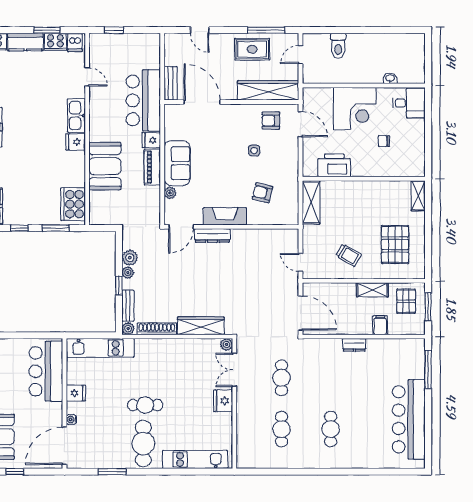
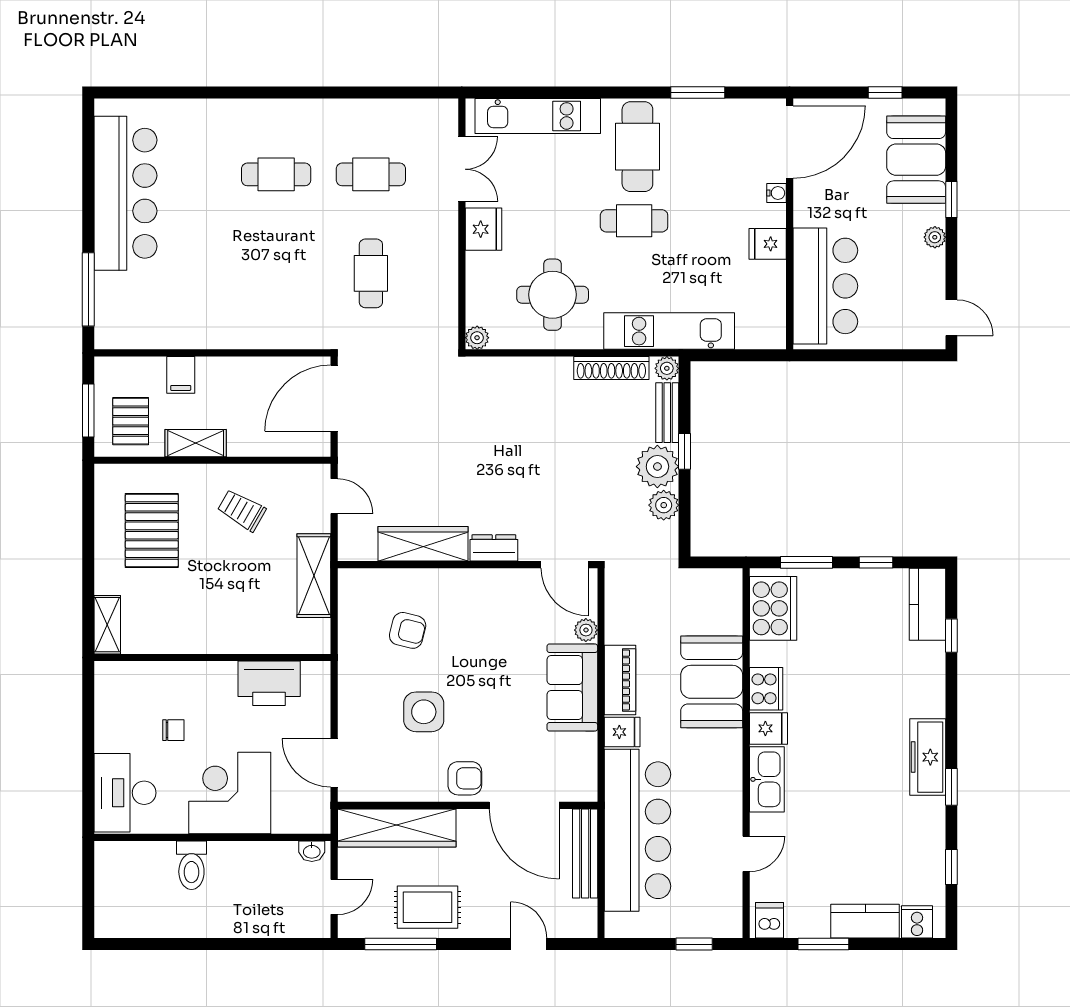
cooker: (55, 42) -> (766, 689), moved, turned 90
toilet: (338, 46) -> (191, 865), moved, turned 180
door: (87, 77) -> (746, 854), swing flipped
washbasin: (390, 78) -> (312, 851), moved
bench: (171, 83) -> (585, 854), width x1.36
bar counter: (143, 100) -> (638, 830), width x1.36
desk: (409, 103) -> (125, 793), width x1.37
armchair: (271, 121) -> (465, 778), moved
side table: (254, 151) -> (424, 712), width x1.87, depth x1.87
shelving: (311, 202) -> (314, 576), moved
fireplace: (225, 216) -> (480, 585), removed
door: (181, 227) -> (565, 565), swing flipped
dresser: (212, 236) -> (494, 548), width x0.70
plant: (128, 273) -> (657, 467), width x1.88, depth x1.88
door: (301, 313) -> (334, 398), hinge flipped
wardrobe: (201, 326) -> (423, 544), moved, turned 180
dresser: (354, 345) -> (230, 337), removed
kitchen unit: (100, 348) -> (669, 331), moved
round table: (187, 367) -> (553, 295), added
double door: (234, 370) -> (462, 169), moved
cafe table: (282, 429) -> (371, 174), turned 90
cafe table: (331, 429) -> (276, 174), turned 90

